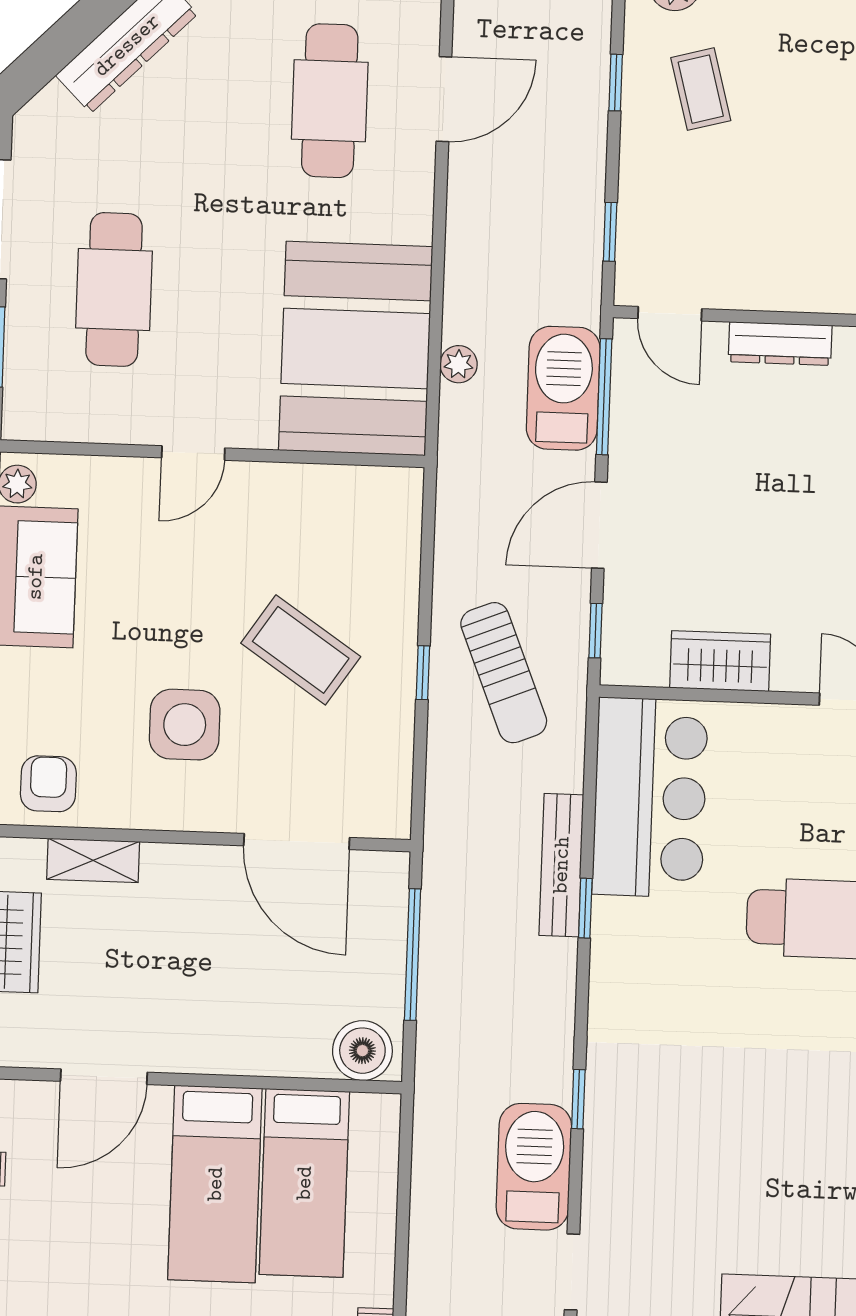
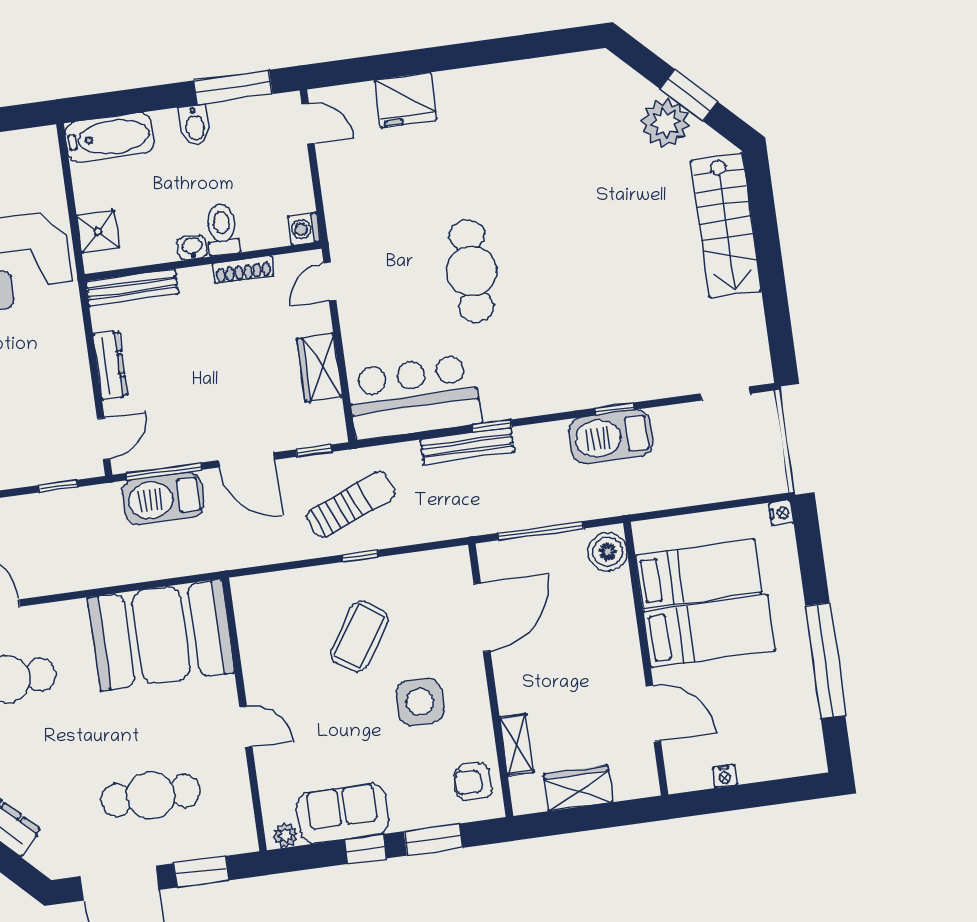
plant: (459, 364) -> (160, 568), removed
barbecue: (534, 1167) -> (611, 437), moved

